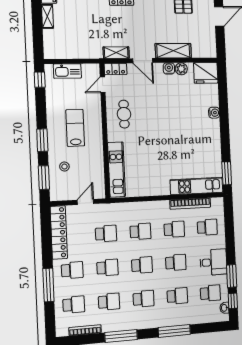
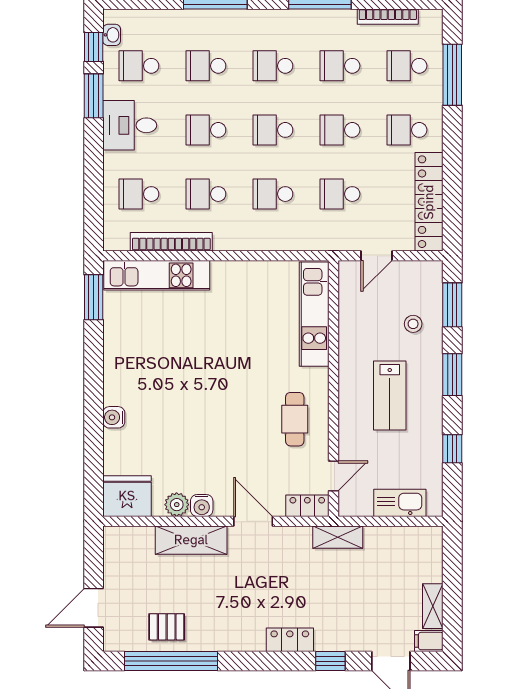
shelving: (116, 53) -> (338, 537), moved
window: (40, 80) -> (452, 449), moved
window: (48, 285) -> (452, 75), moved

